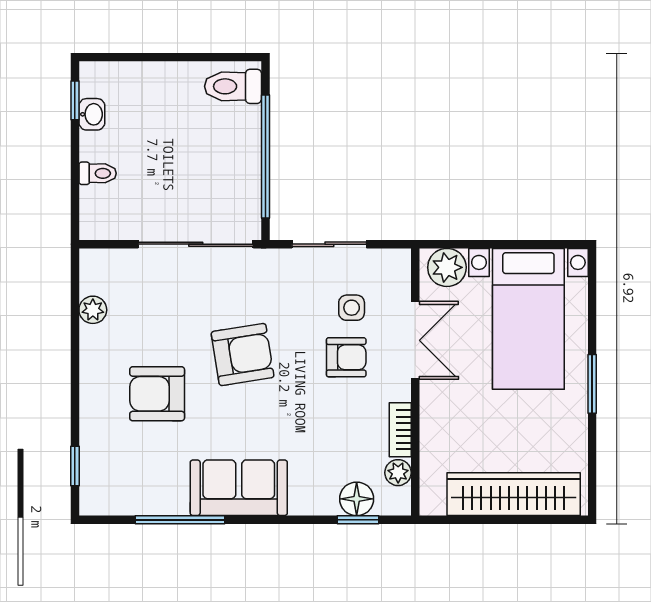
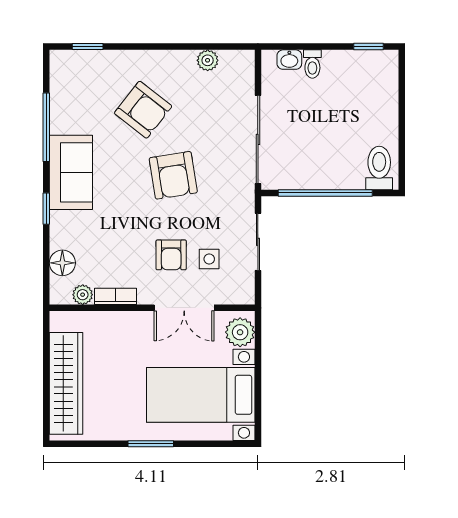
washbasin: (92, 114) -> (289, 60), moved
armchair: (157, 394) -> (143, 110), turned 128
window: (358, 520) -> (46, 209), moved

